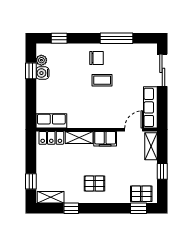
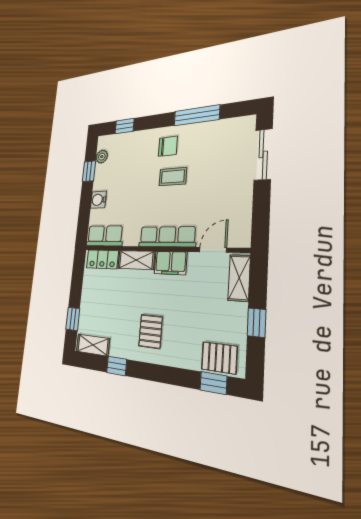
water cooler: (42, 73) -> (98, 200), moved
row of seats: (150, 107) -> (167, 237), moved, turned 90
pallet: (94, 183) -> (151, 331), turned 90

